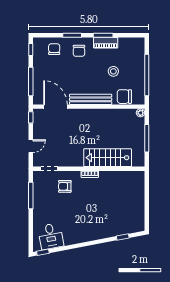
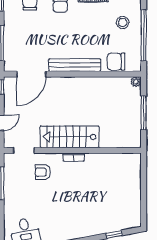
stool: (113, 71) -> (123, 22), moved
door: (55, 107) -> (31, 74), swing flipped
stairs: (108, 158) -> (70, 137), moved

